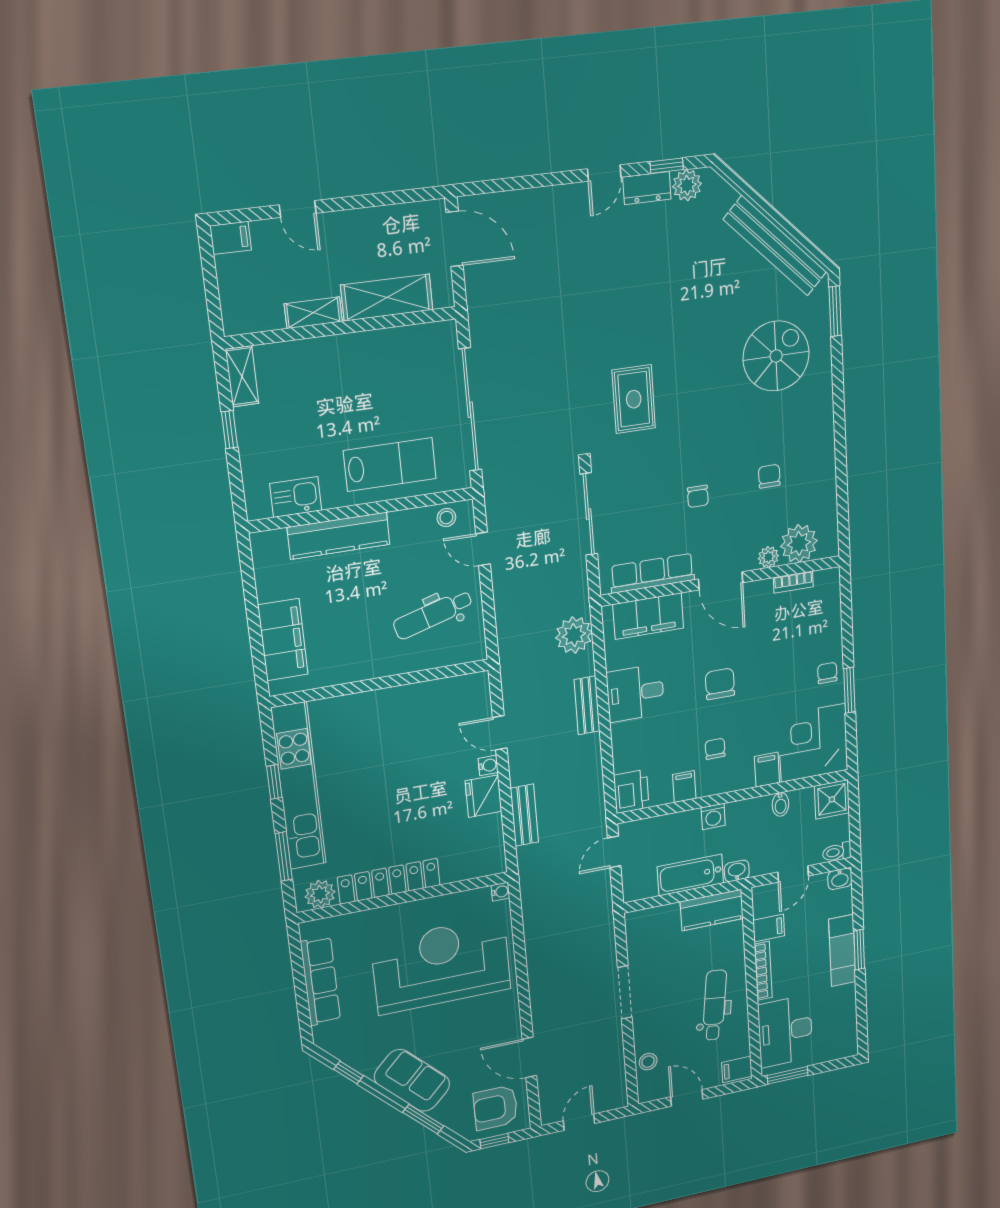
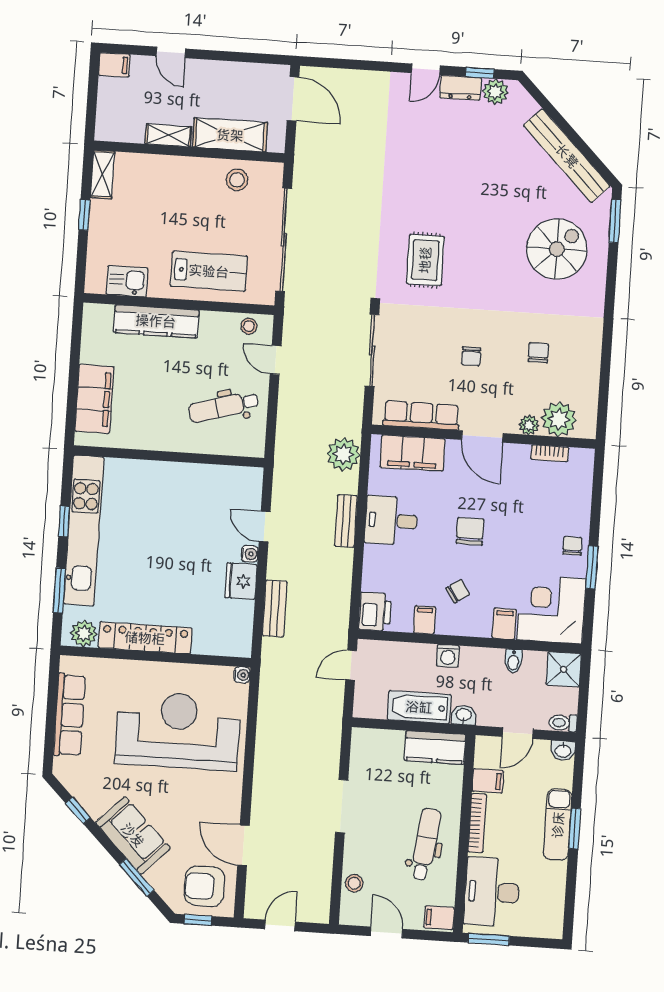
stool: (404, 350) -> (237, 180), added
chair: (715, 749) -> (458, 591), turned 56

